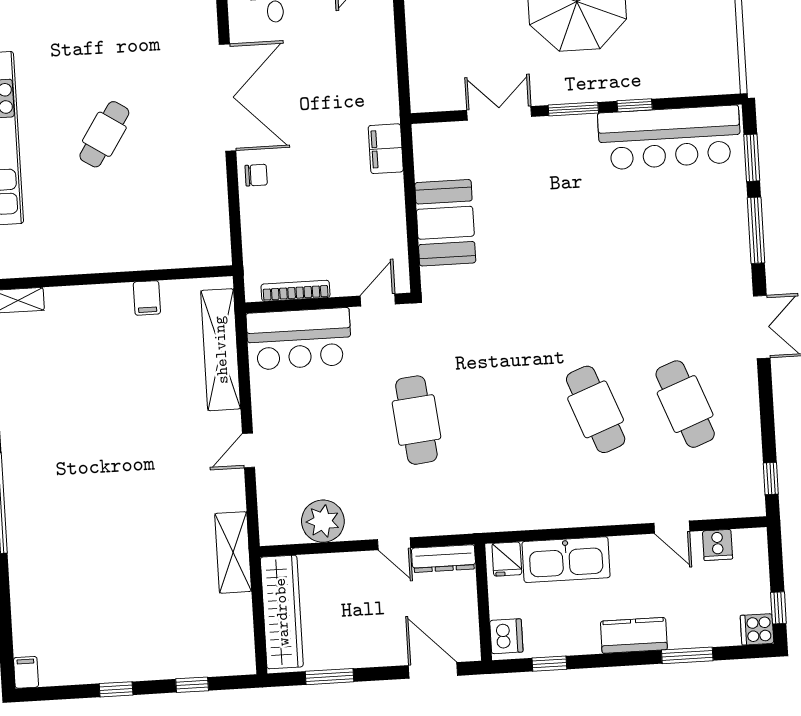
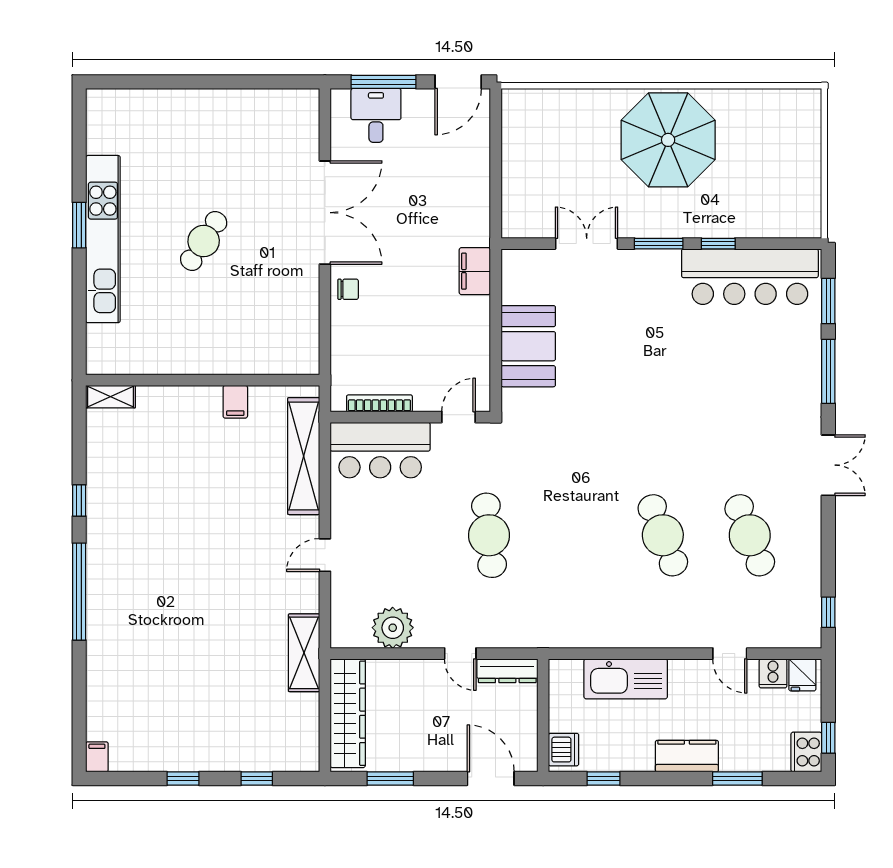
fridge: (507, 559) -> (802, 675), moved
cooker: (757, 629) -> (806, 752), width x1.36

